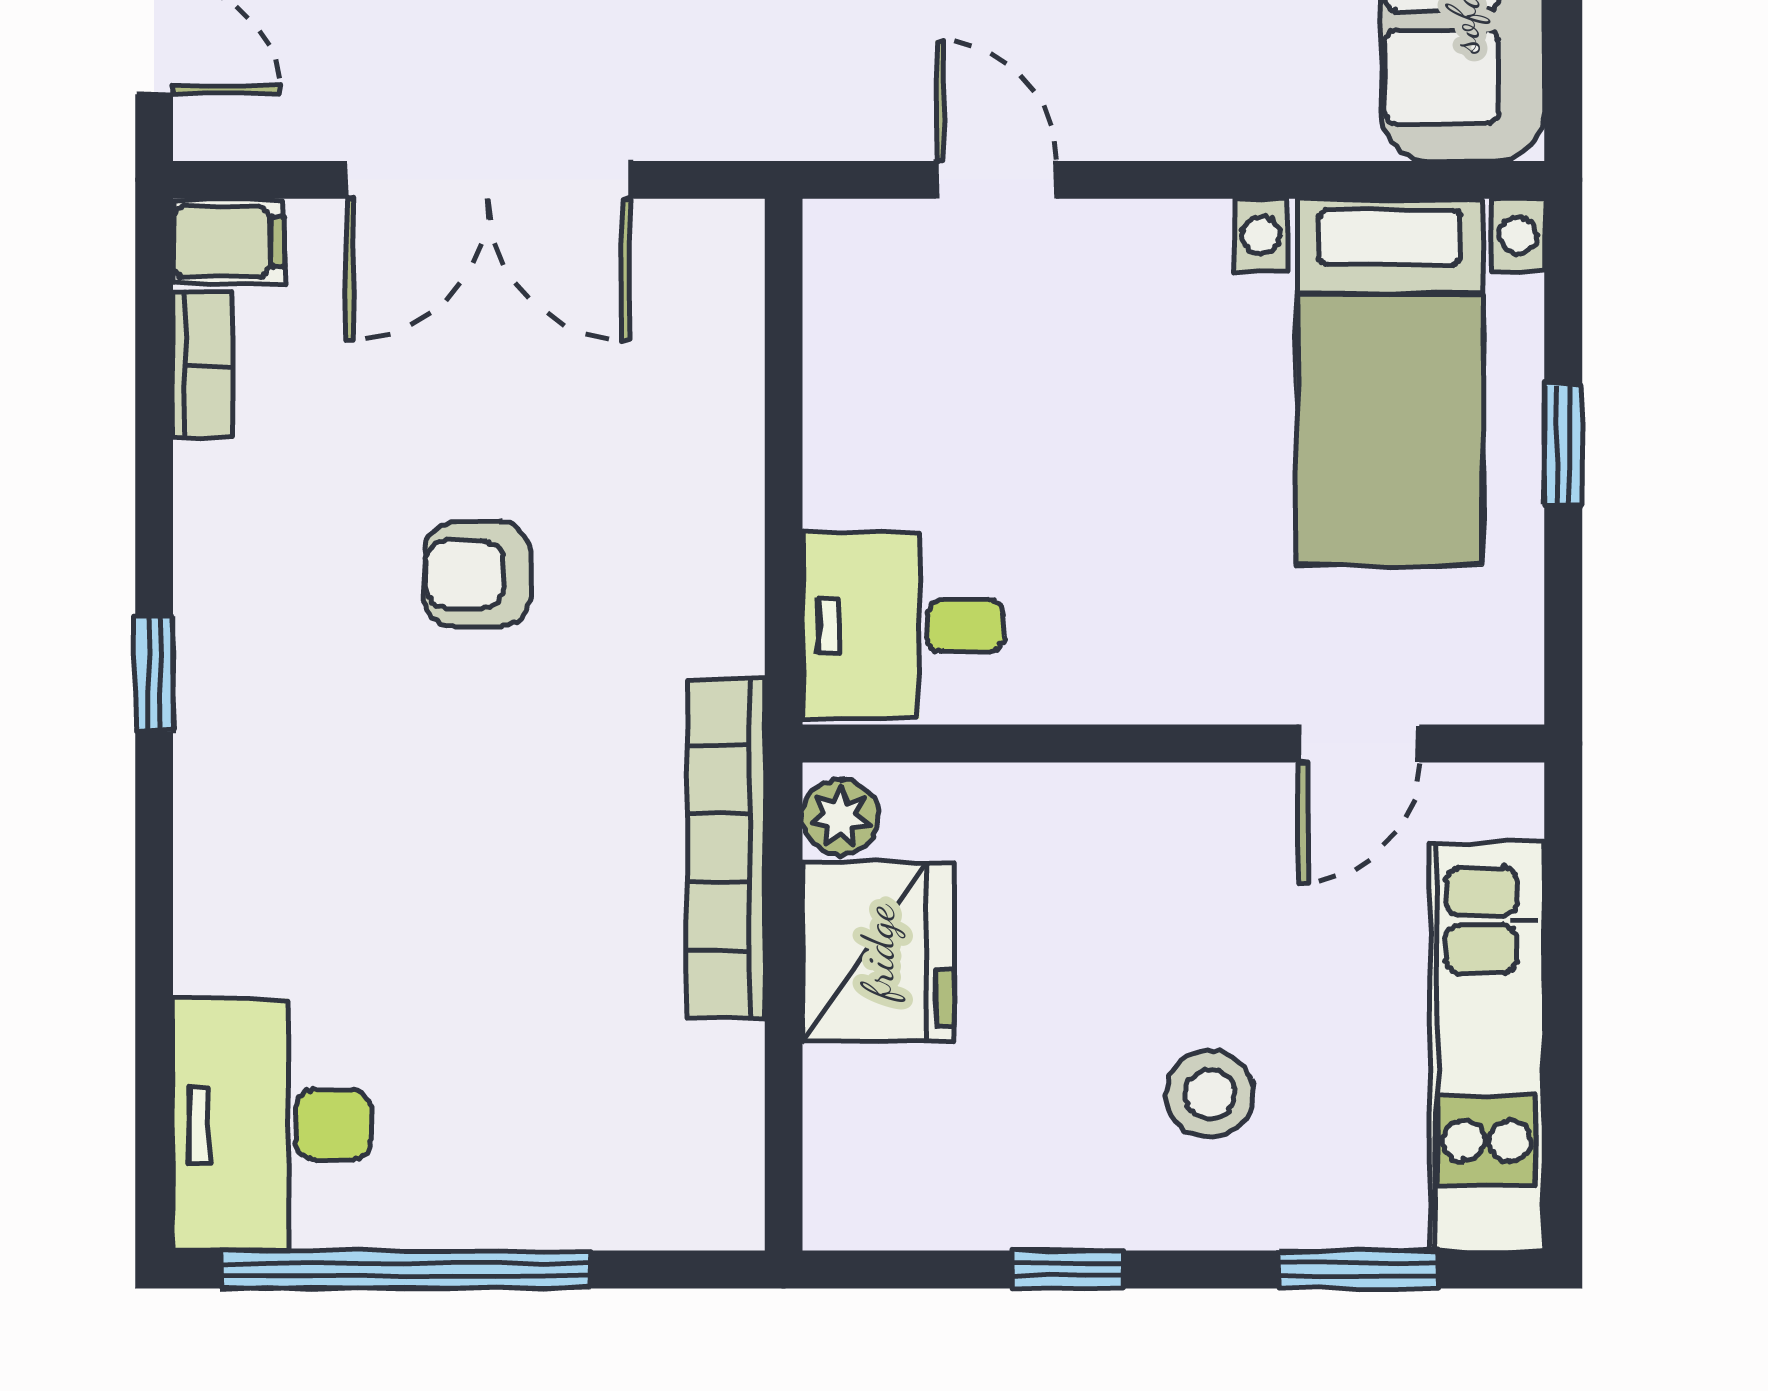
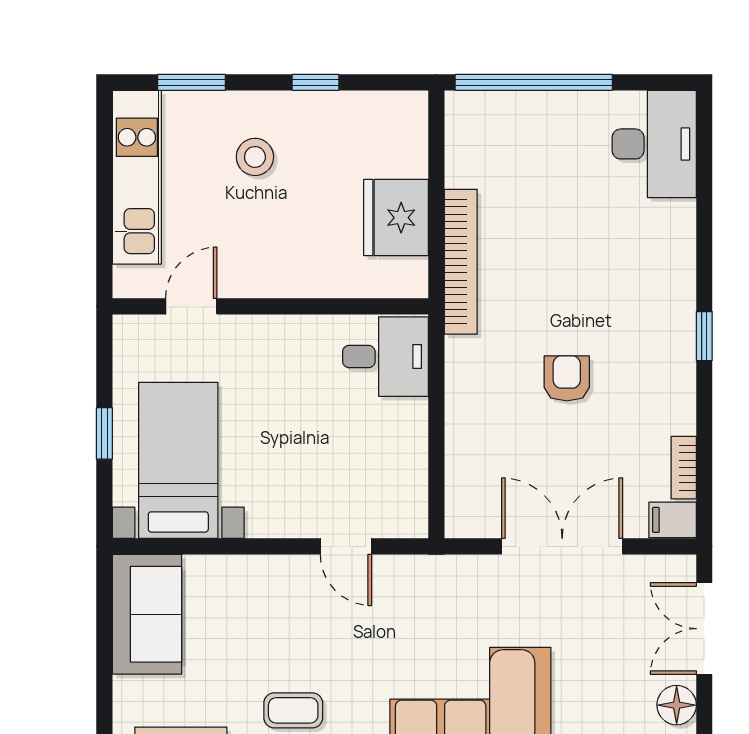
armchair: (477, 574) -> (567, 378), turned -90
plant: (840, 817) -> (412, 275), removed
window: (405, 1270) -> (534, 82), moved

